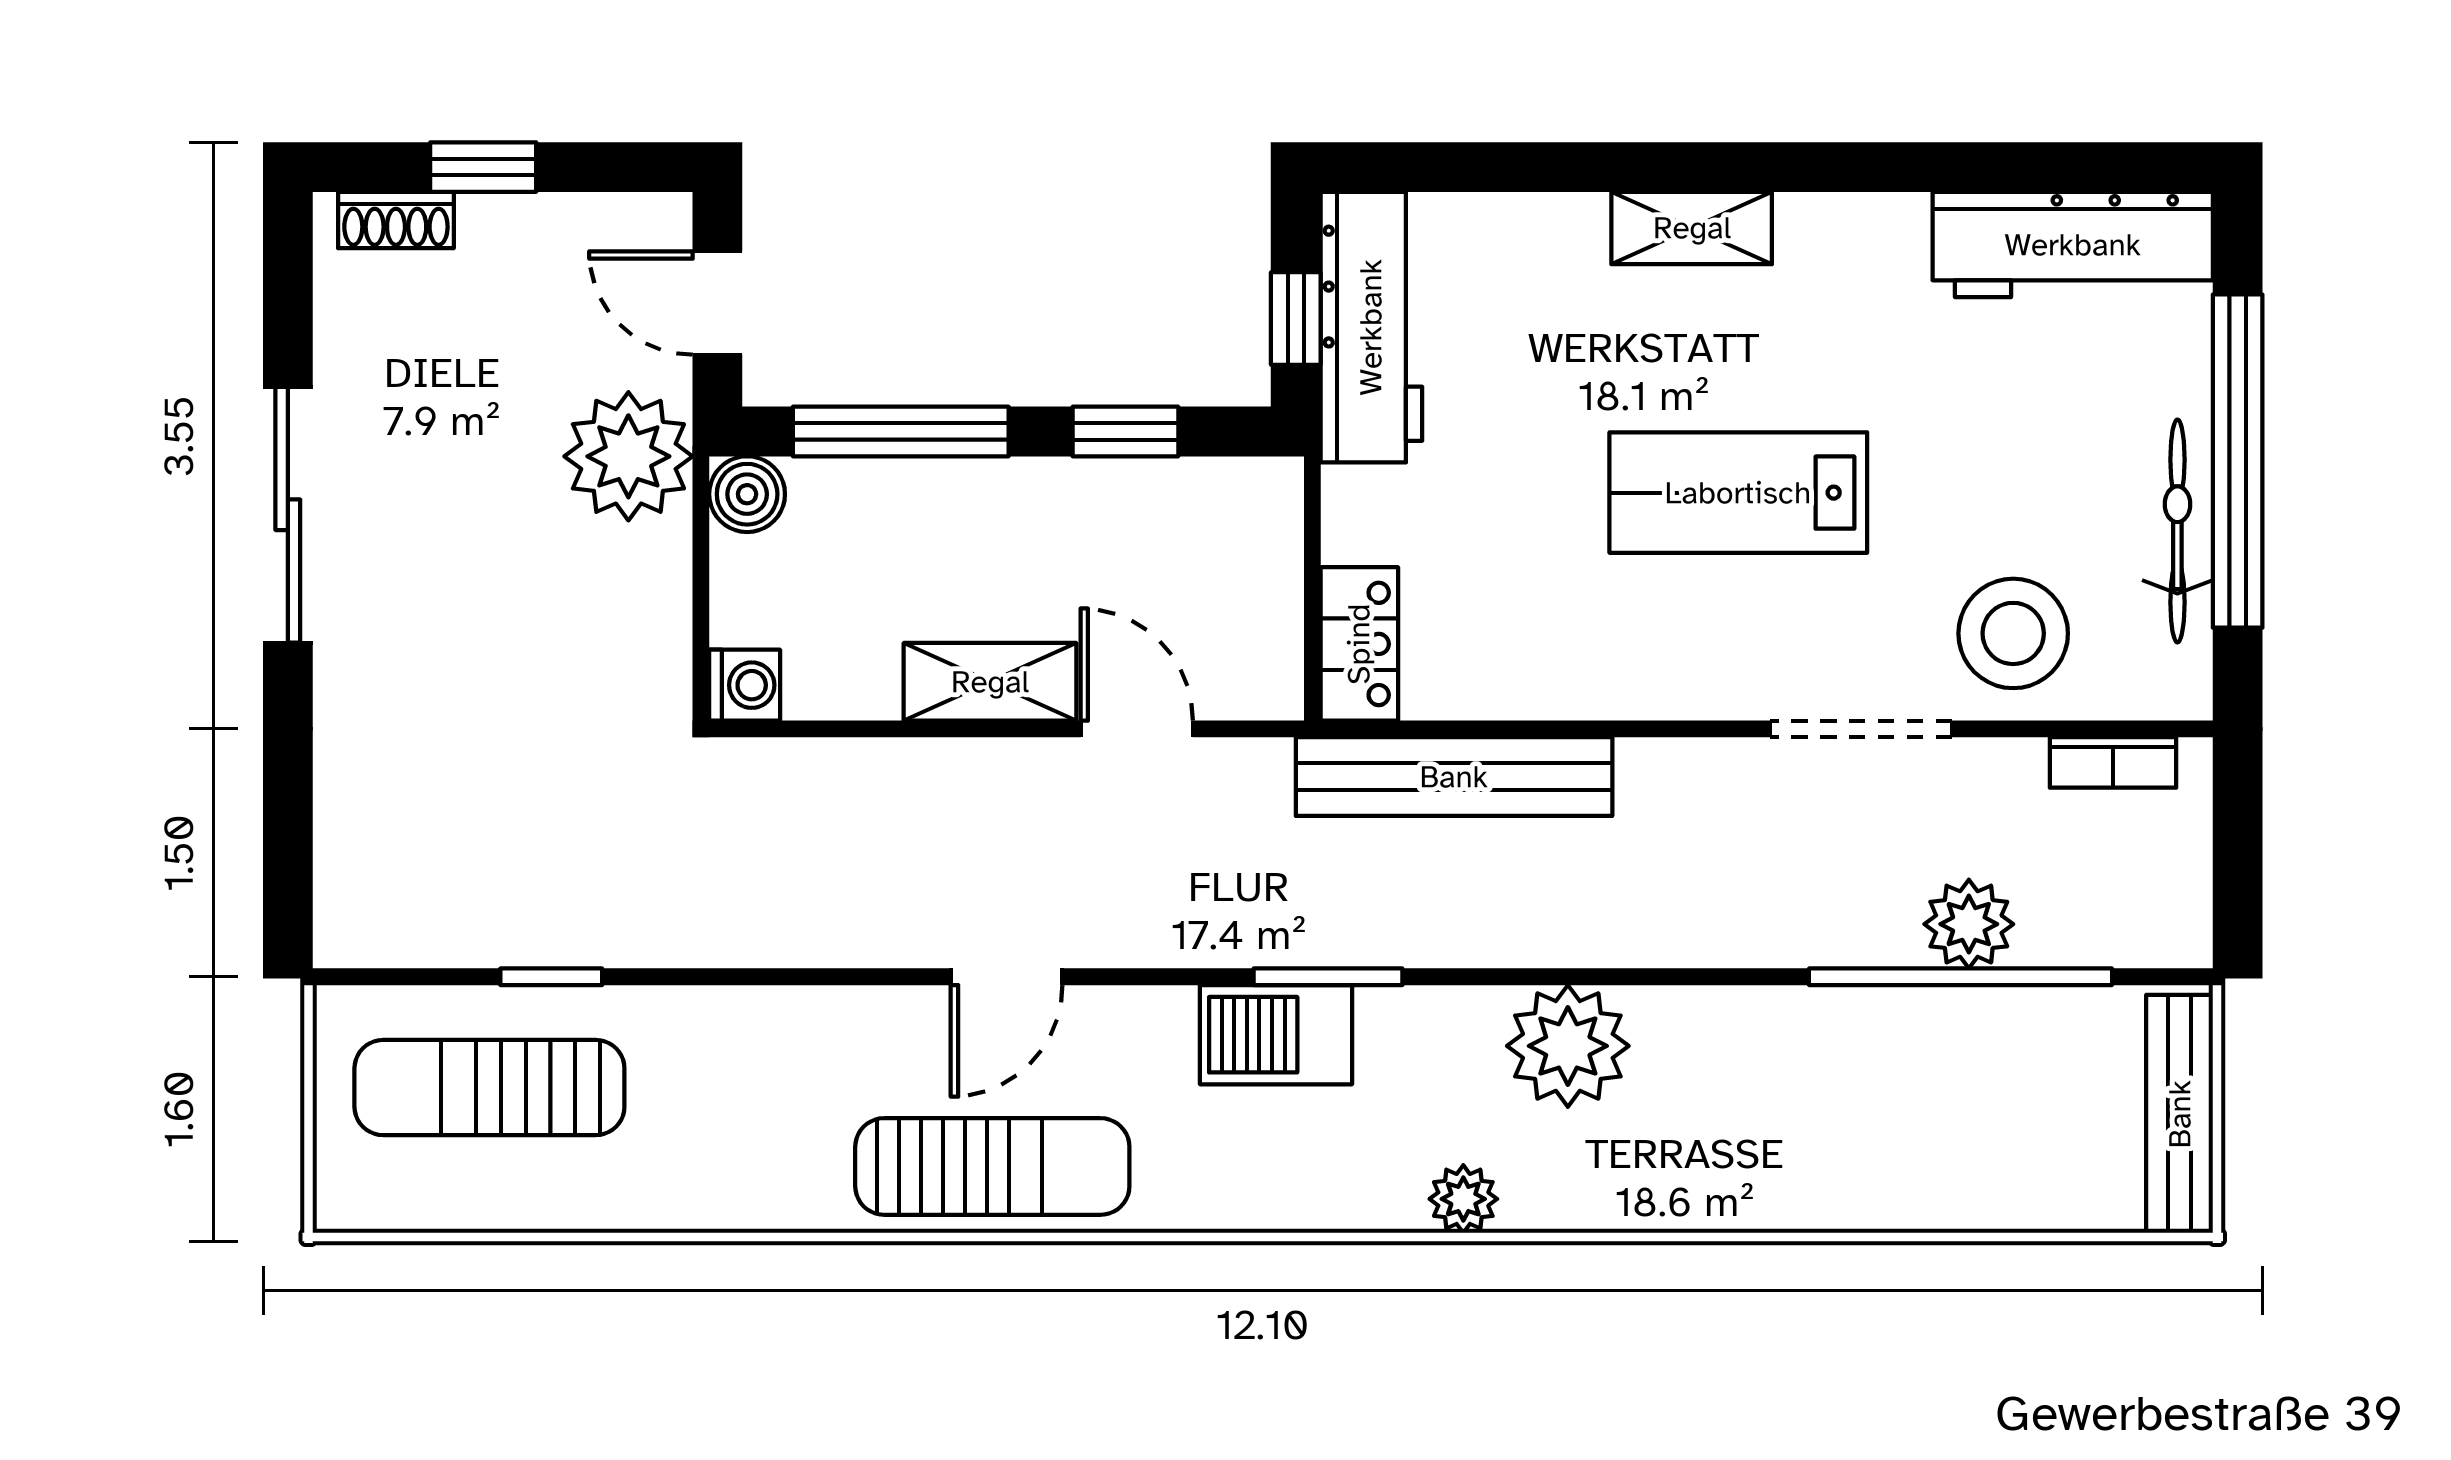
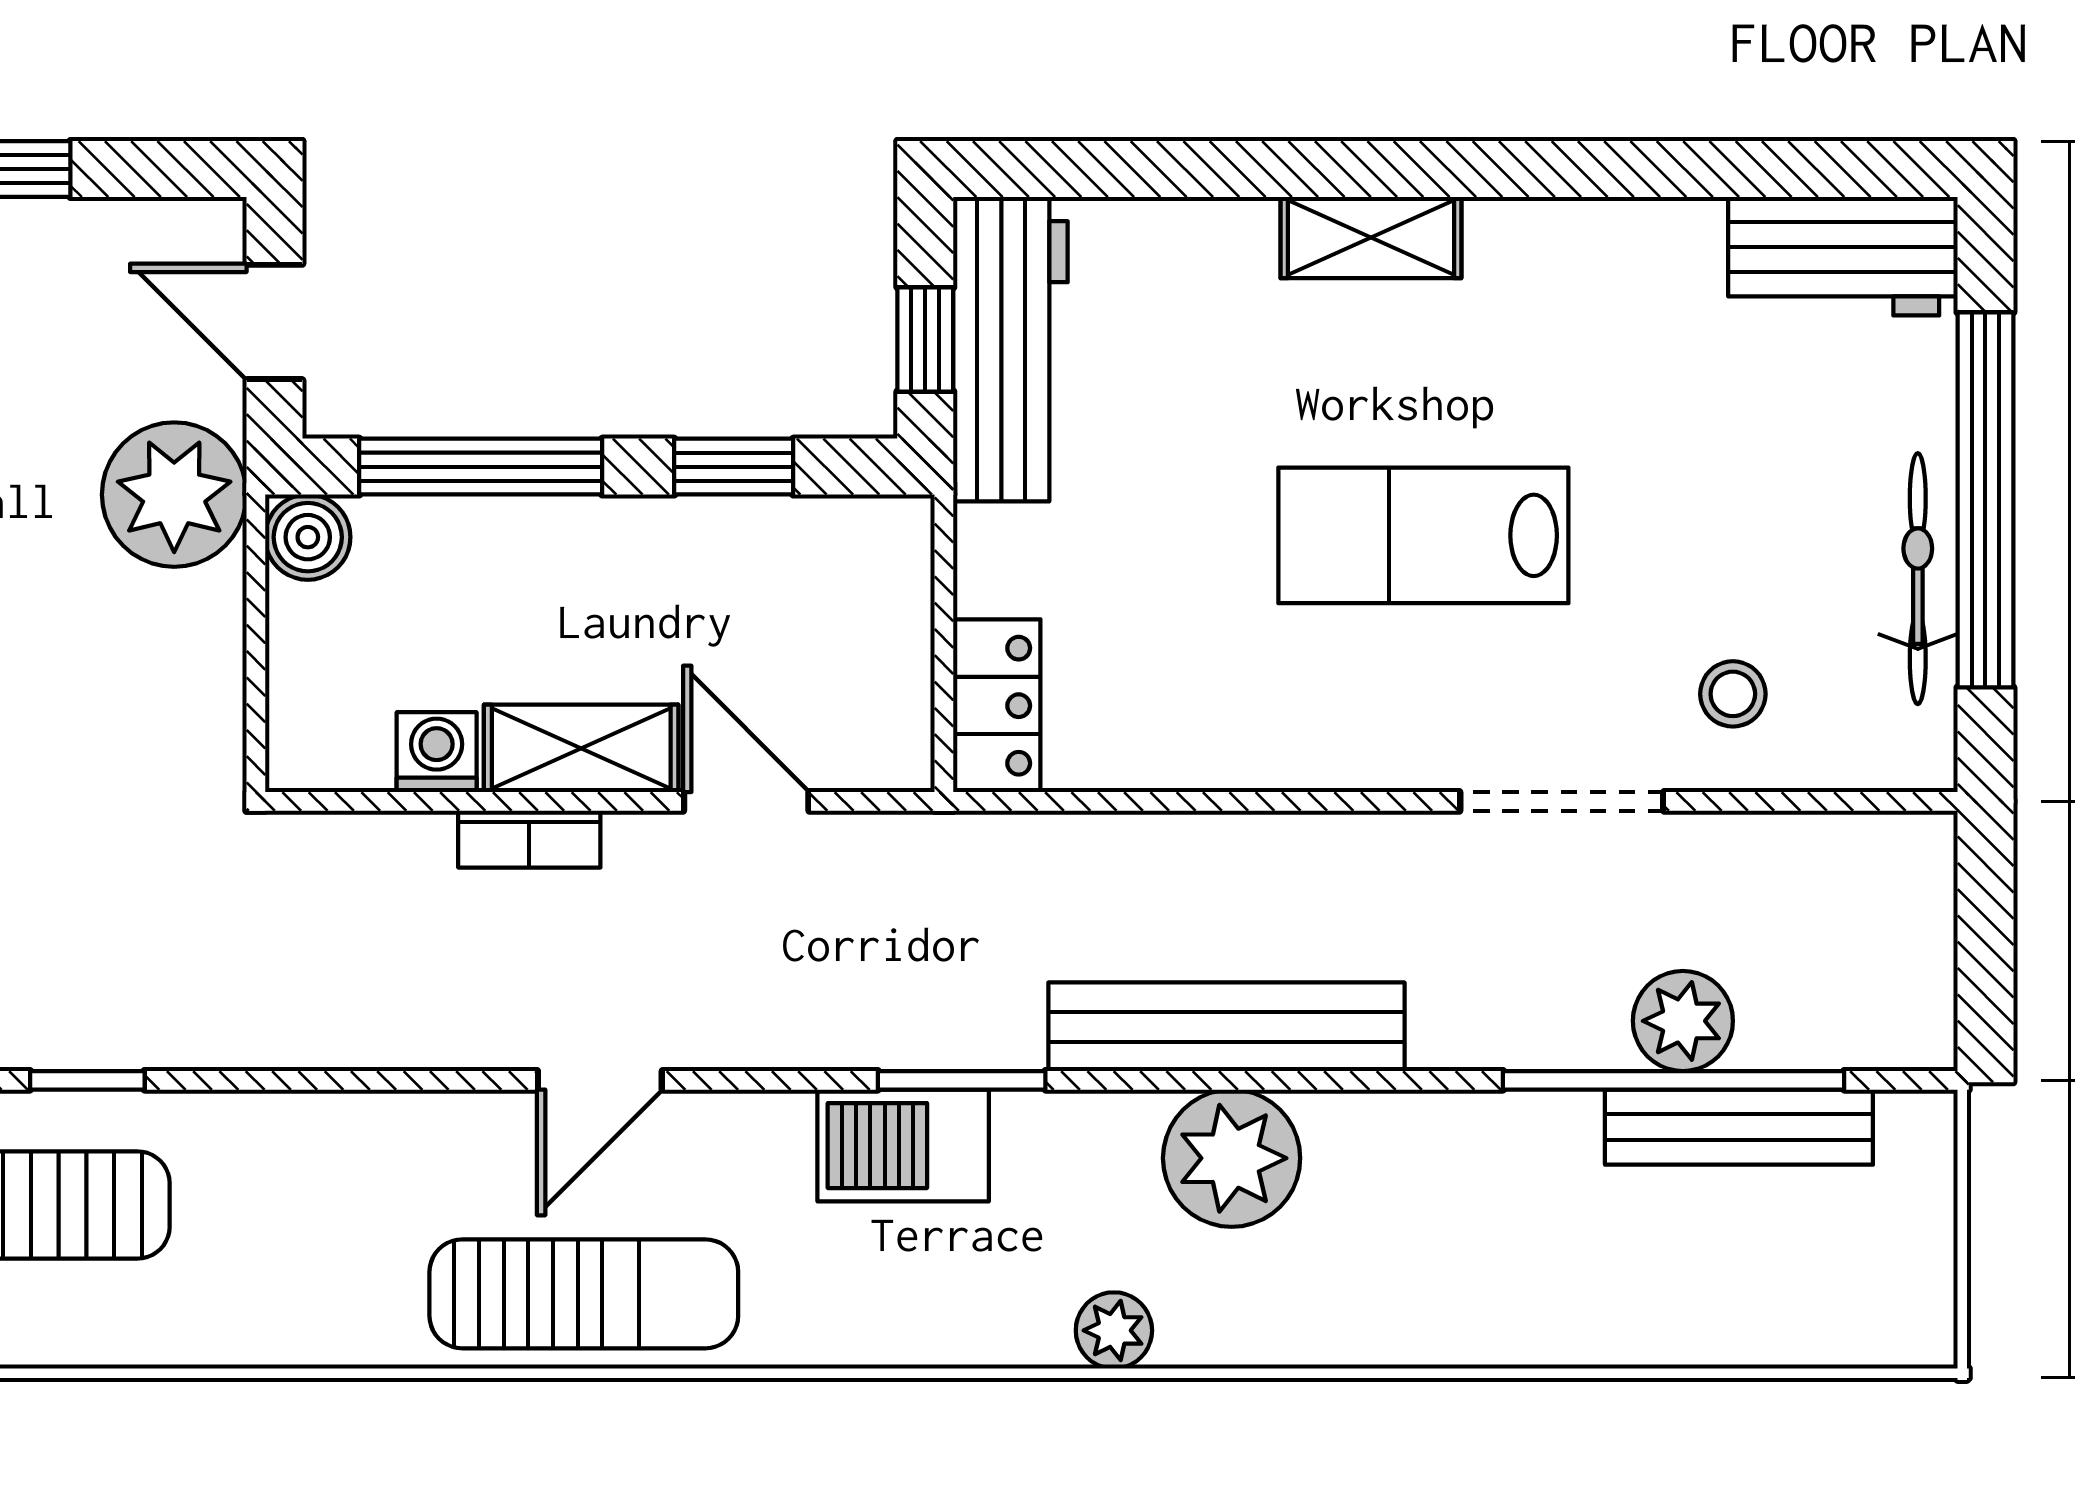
workbench: (2073, 245) -> (1843, 256), width x0.73
stool: (2013, 633) -> (1733, 694), width x0.53, depth x0.53
washing machine: (745, 685) -> (437, 752), moved, turned -90
bookcase: (2113, 762) -> (529, 839), moved
bench: (1454, 777) -> (1226, 1027), moved
bench: (2180, 1114) -> (1739, 1127), moved, turned 90

